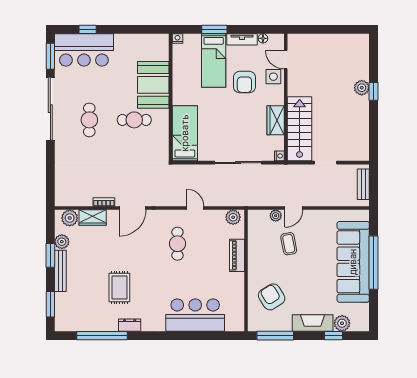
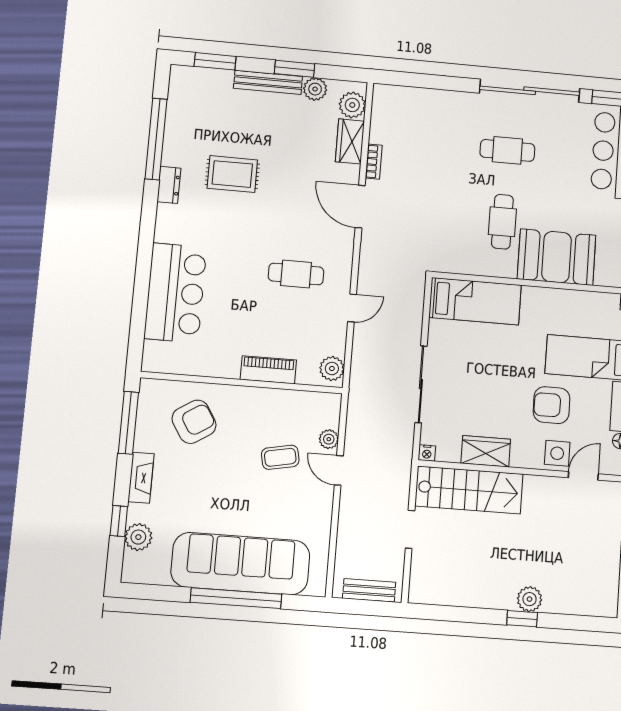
fireplace: (313, 323) -> (141, 478), width x0.73, depth x0.76

